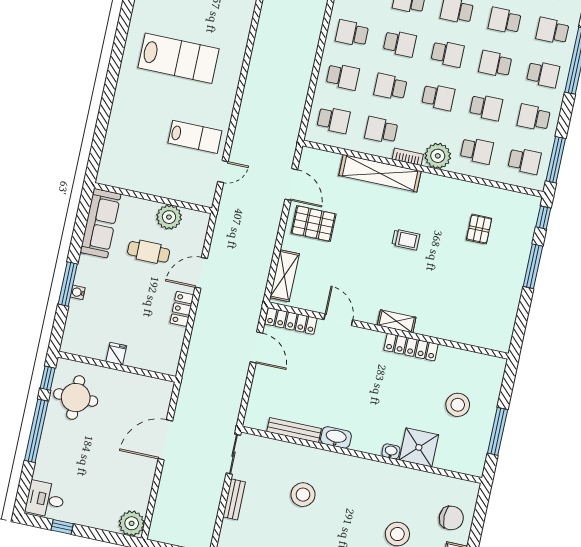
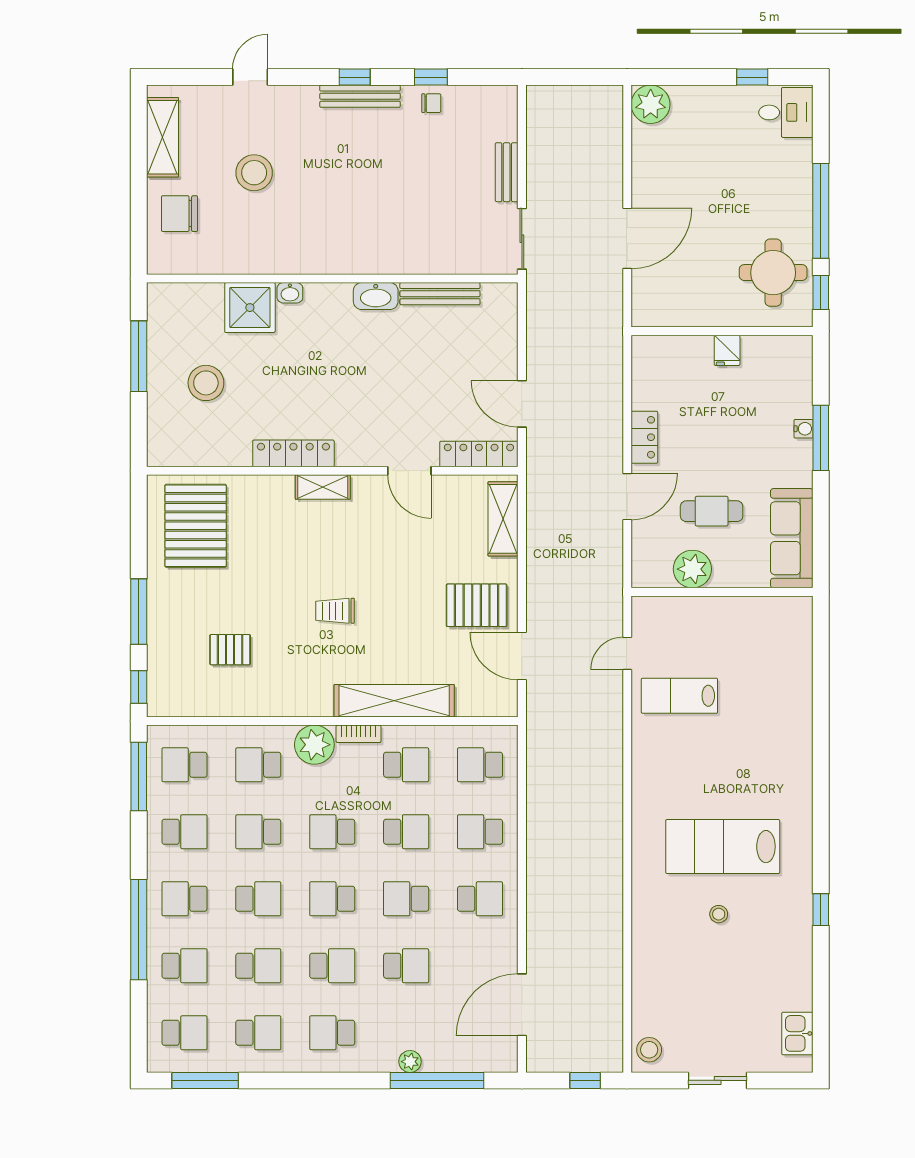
lab bench: (179, 58) -> (723, 847), moved
pallet: (479, 229) -> (230, 650), turned 90
pallet: (484, 314) -> (196, 526), added
stool: (303, 495) -> (406, 201), removed

